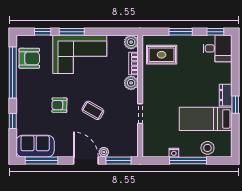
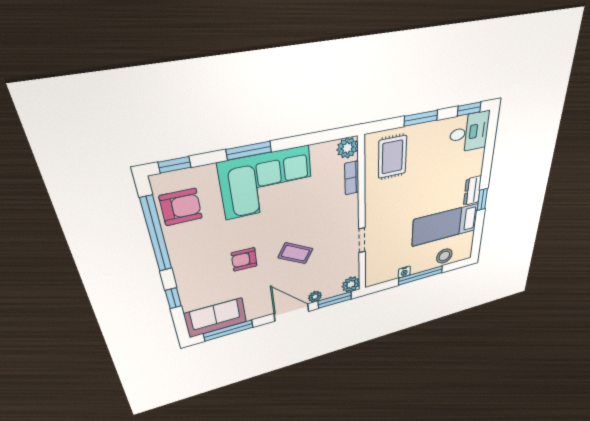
window: (43, 32) -> (175, 165), moved
rug: (162, 55) -> (392, 157), turned 90
plant: (131, 83) -> (351, 284), moved

